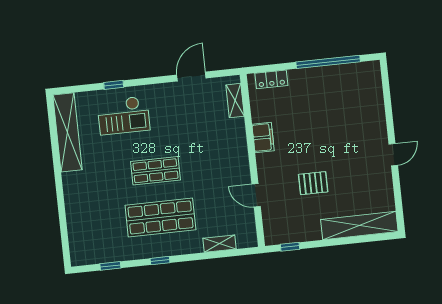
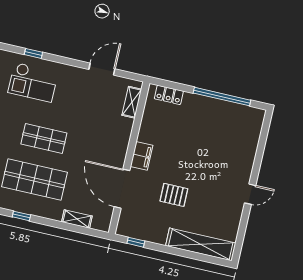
filing cabinet: (263, 137) -> (141, 156), moved
door: (256, 195) -> (122, 189), width x1.88

